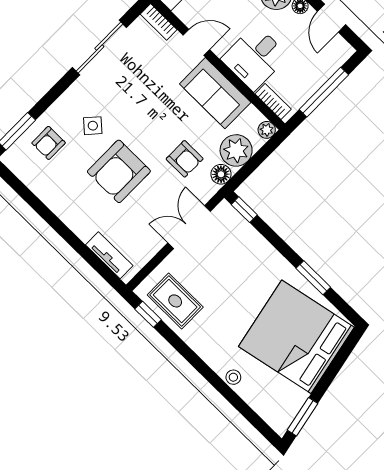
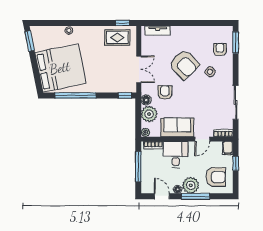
armchair: (185, 159) -> (165, 93), turned 90
armchair: (119, 171) -> (184, 64), turned 136
window: (313, 278) -> (75, 95), width x2.11

